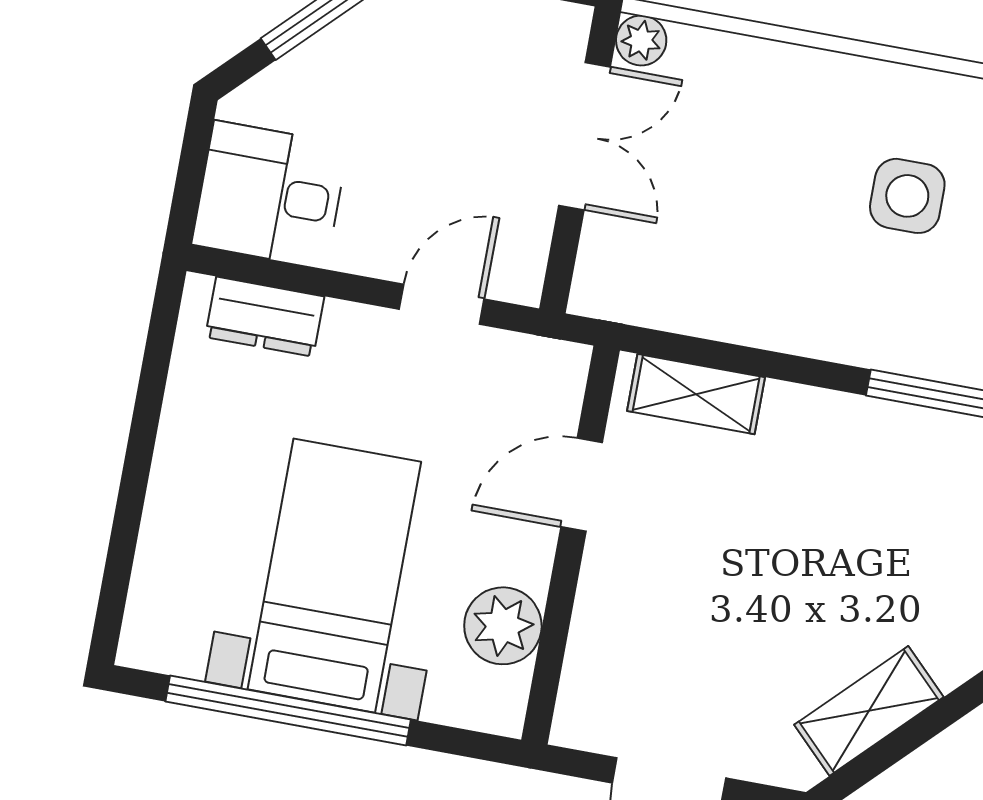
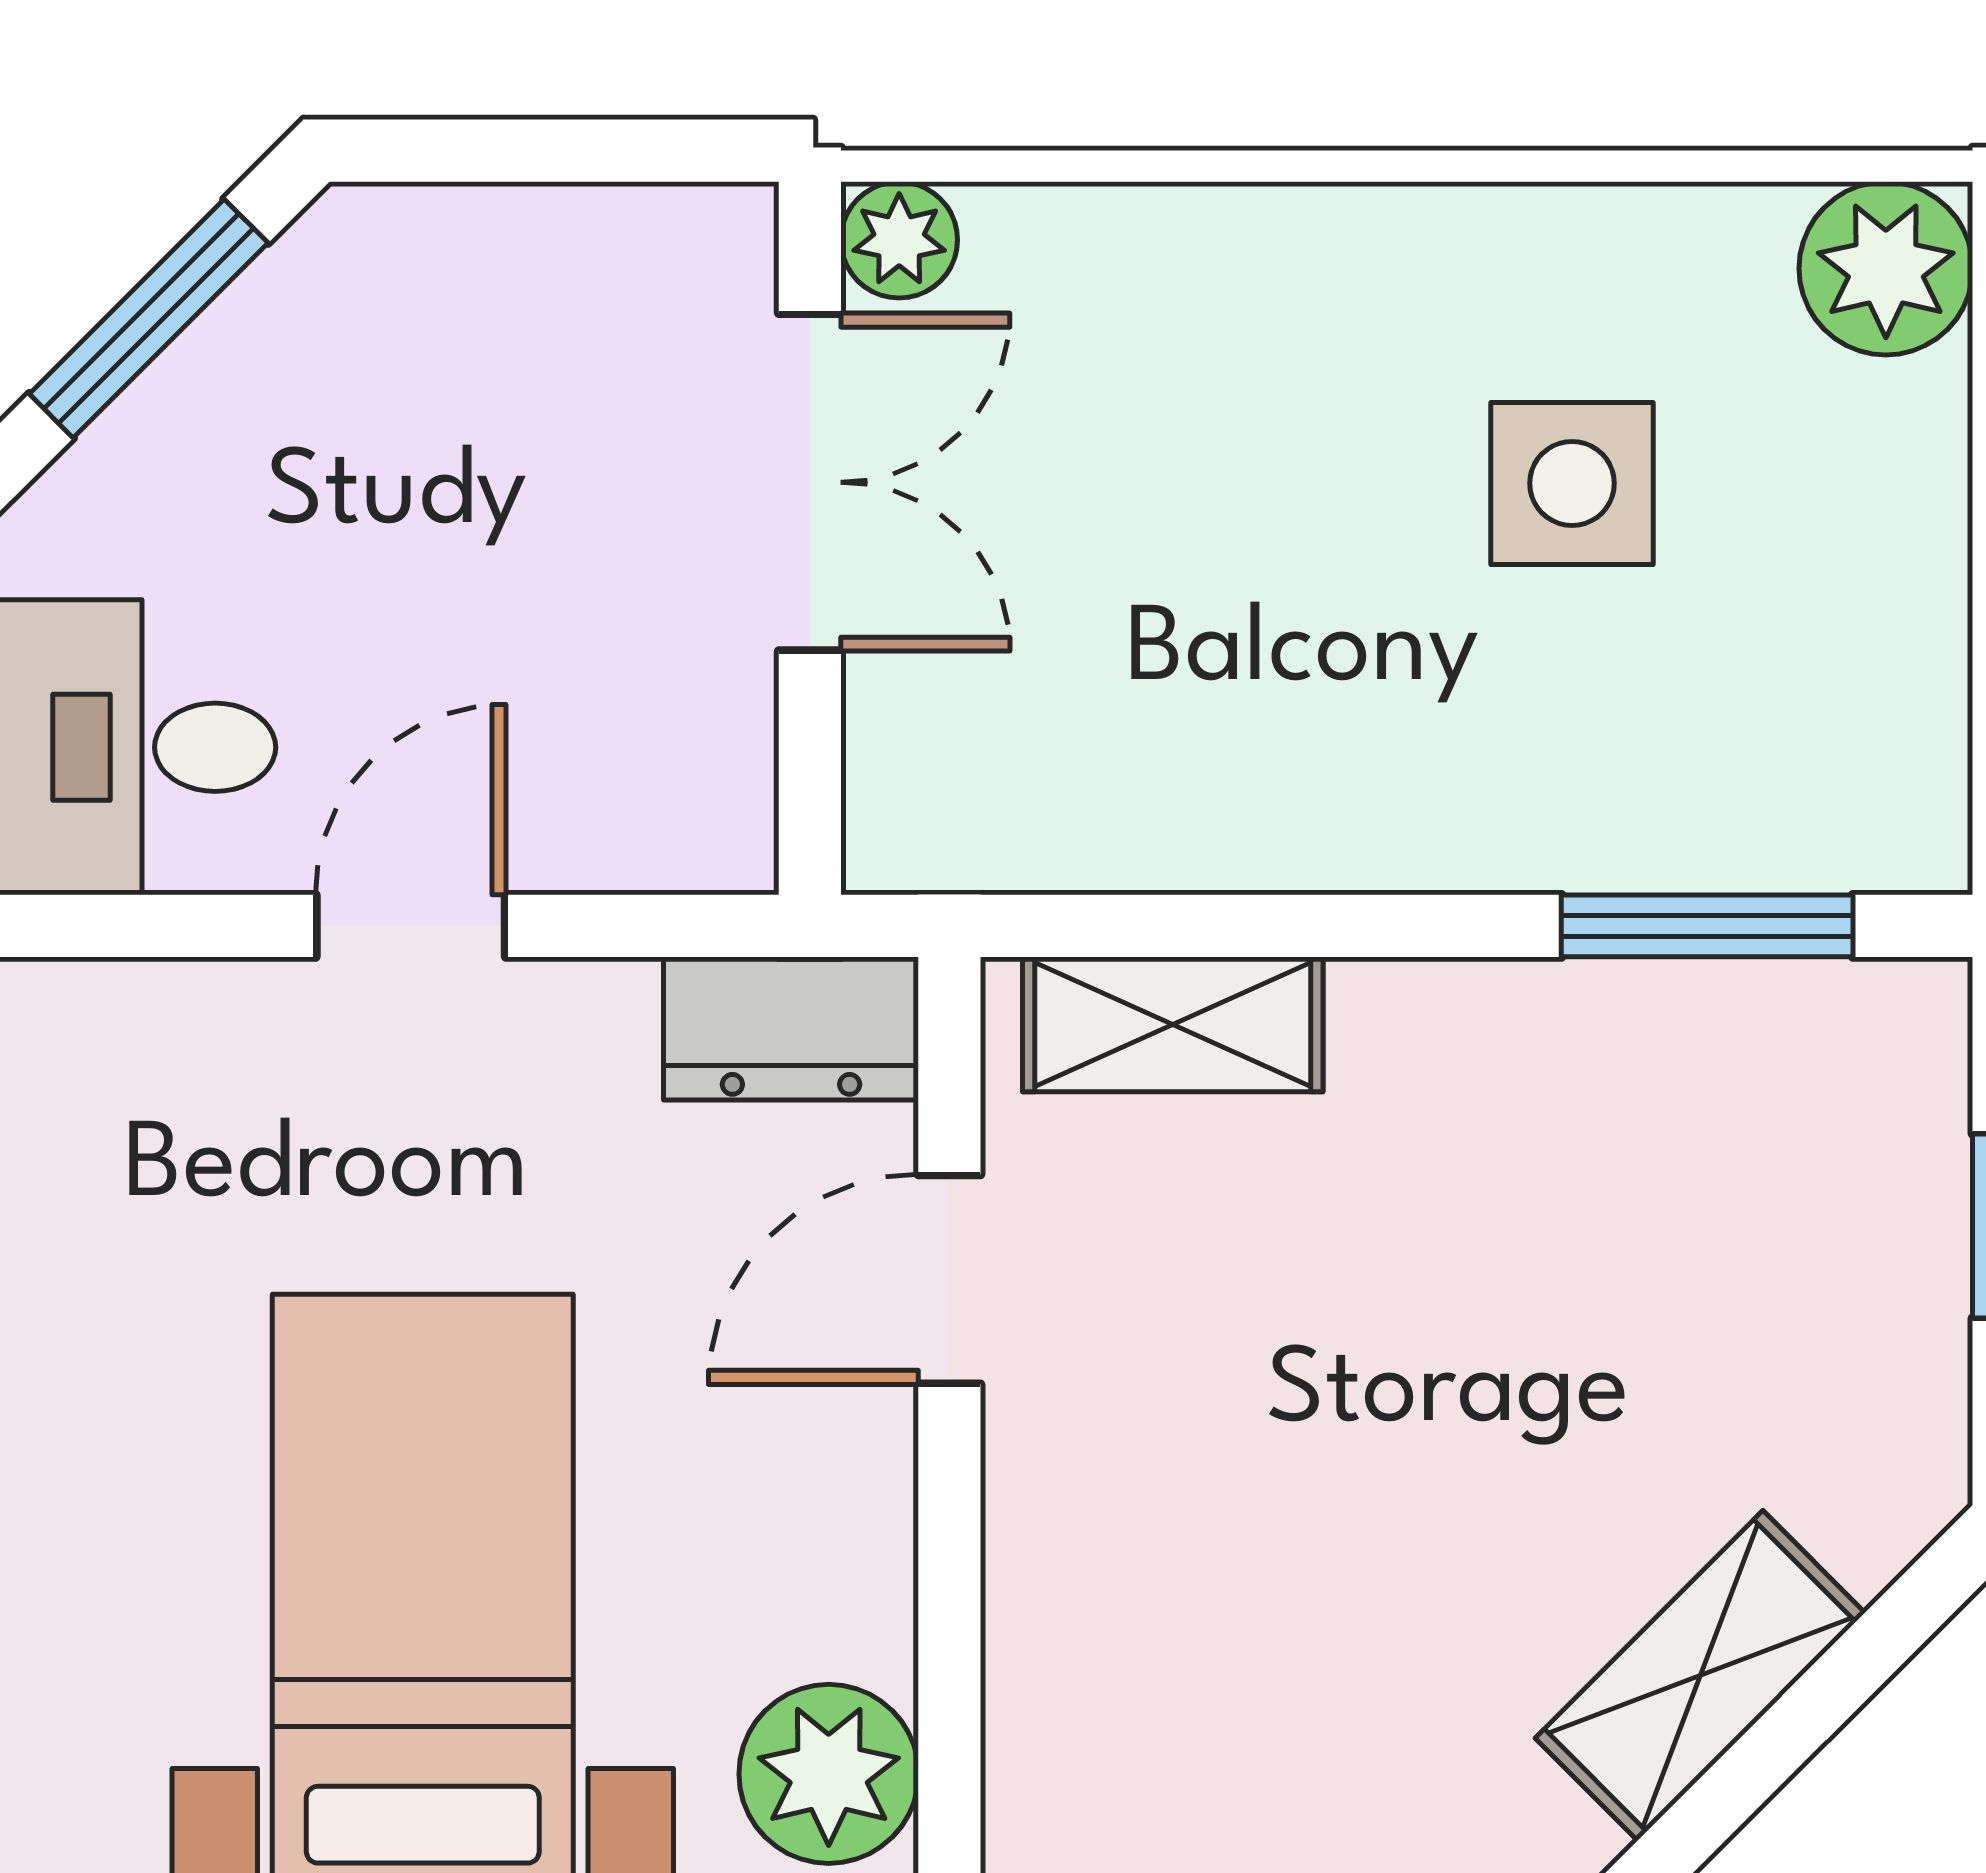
door: (442, 304) -> (411, 926), moved
dresser: (265, 317) -> (791, 1028), moved
plant: (503, 626) -> (829, 1774), moved

